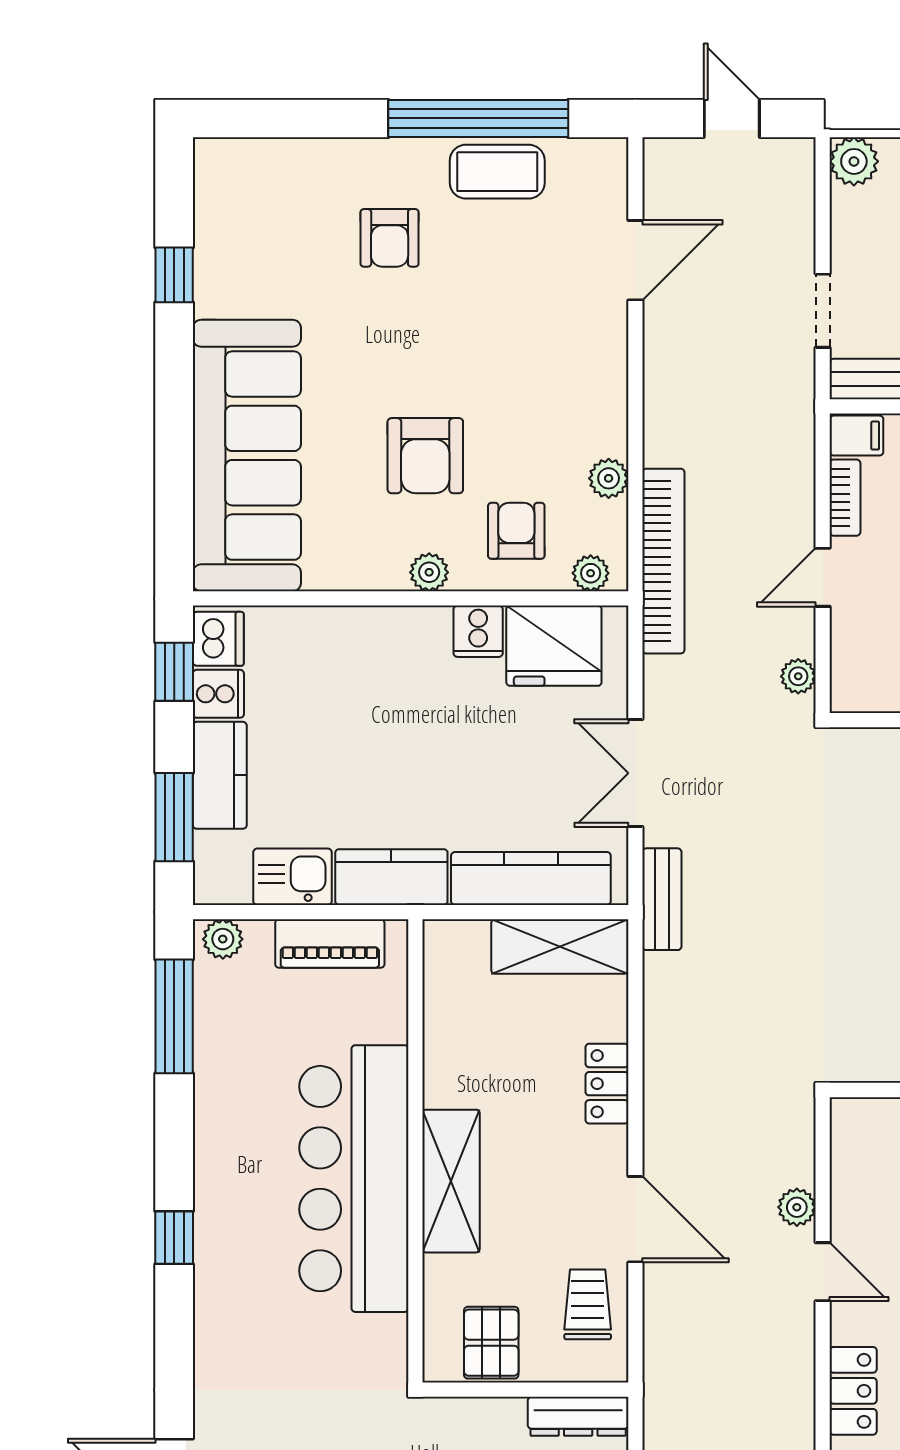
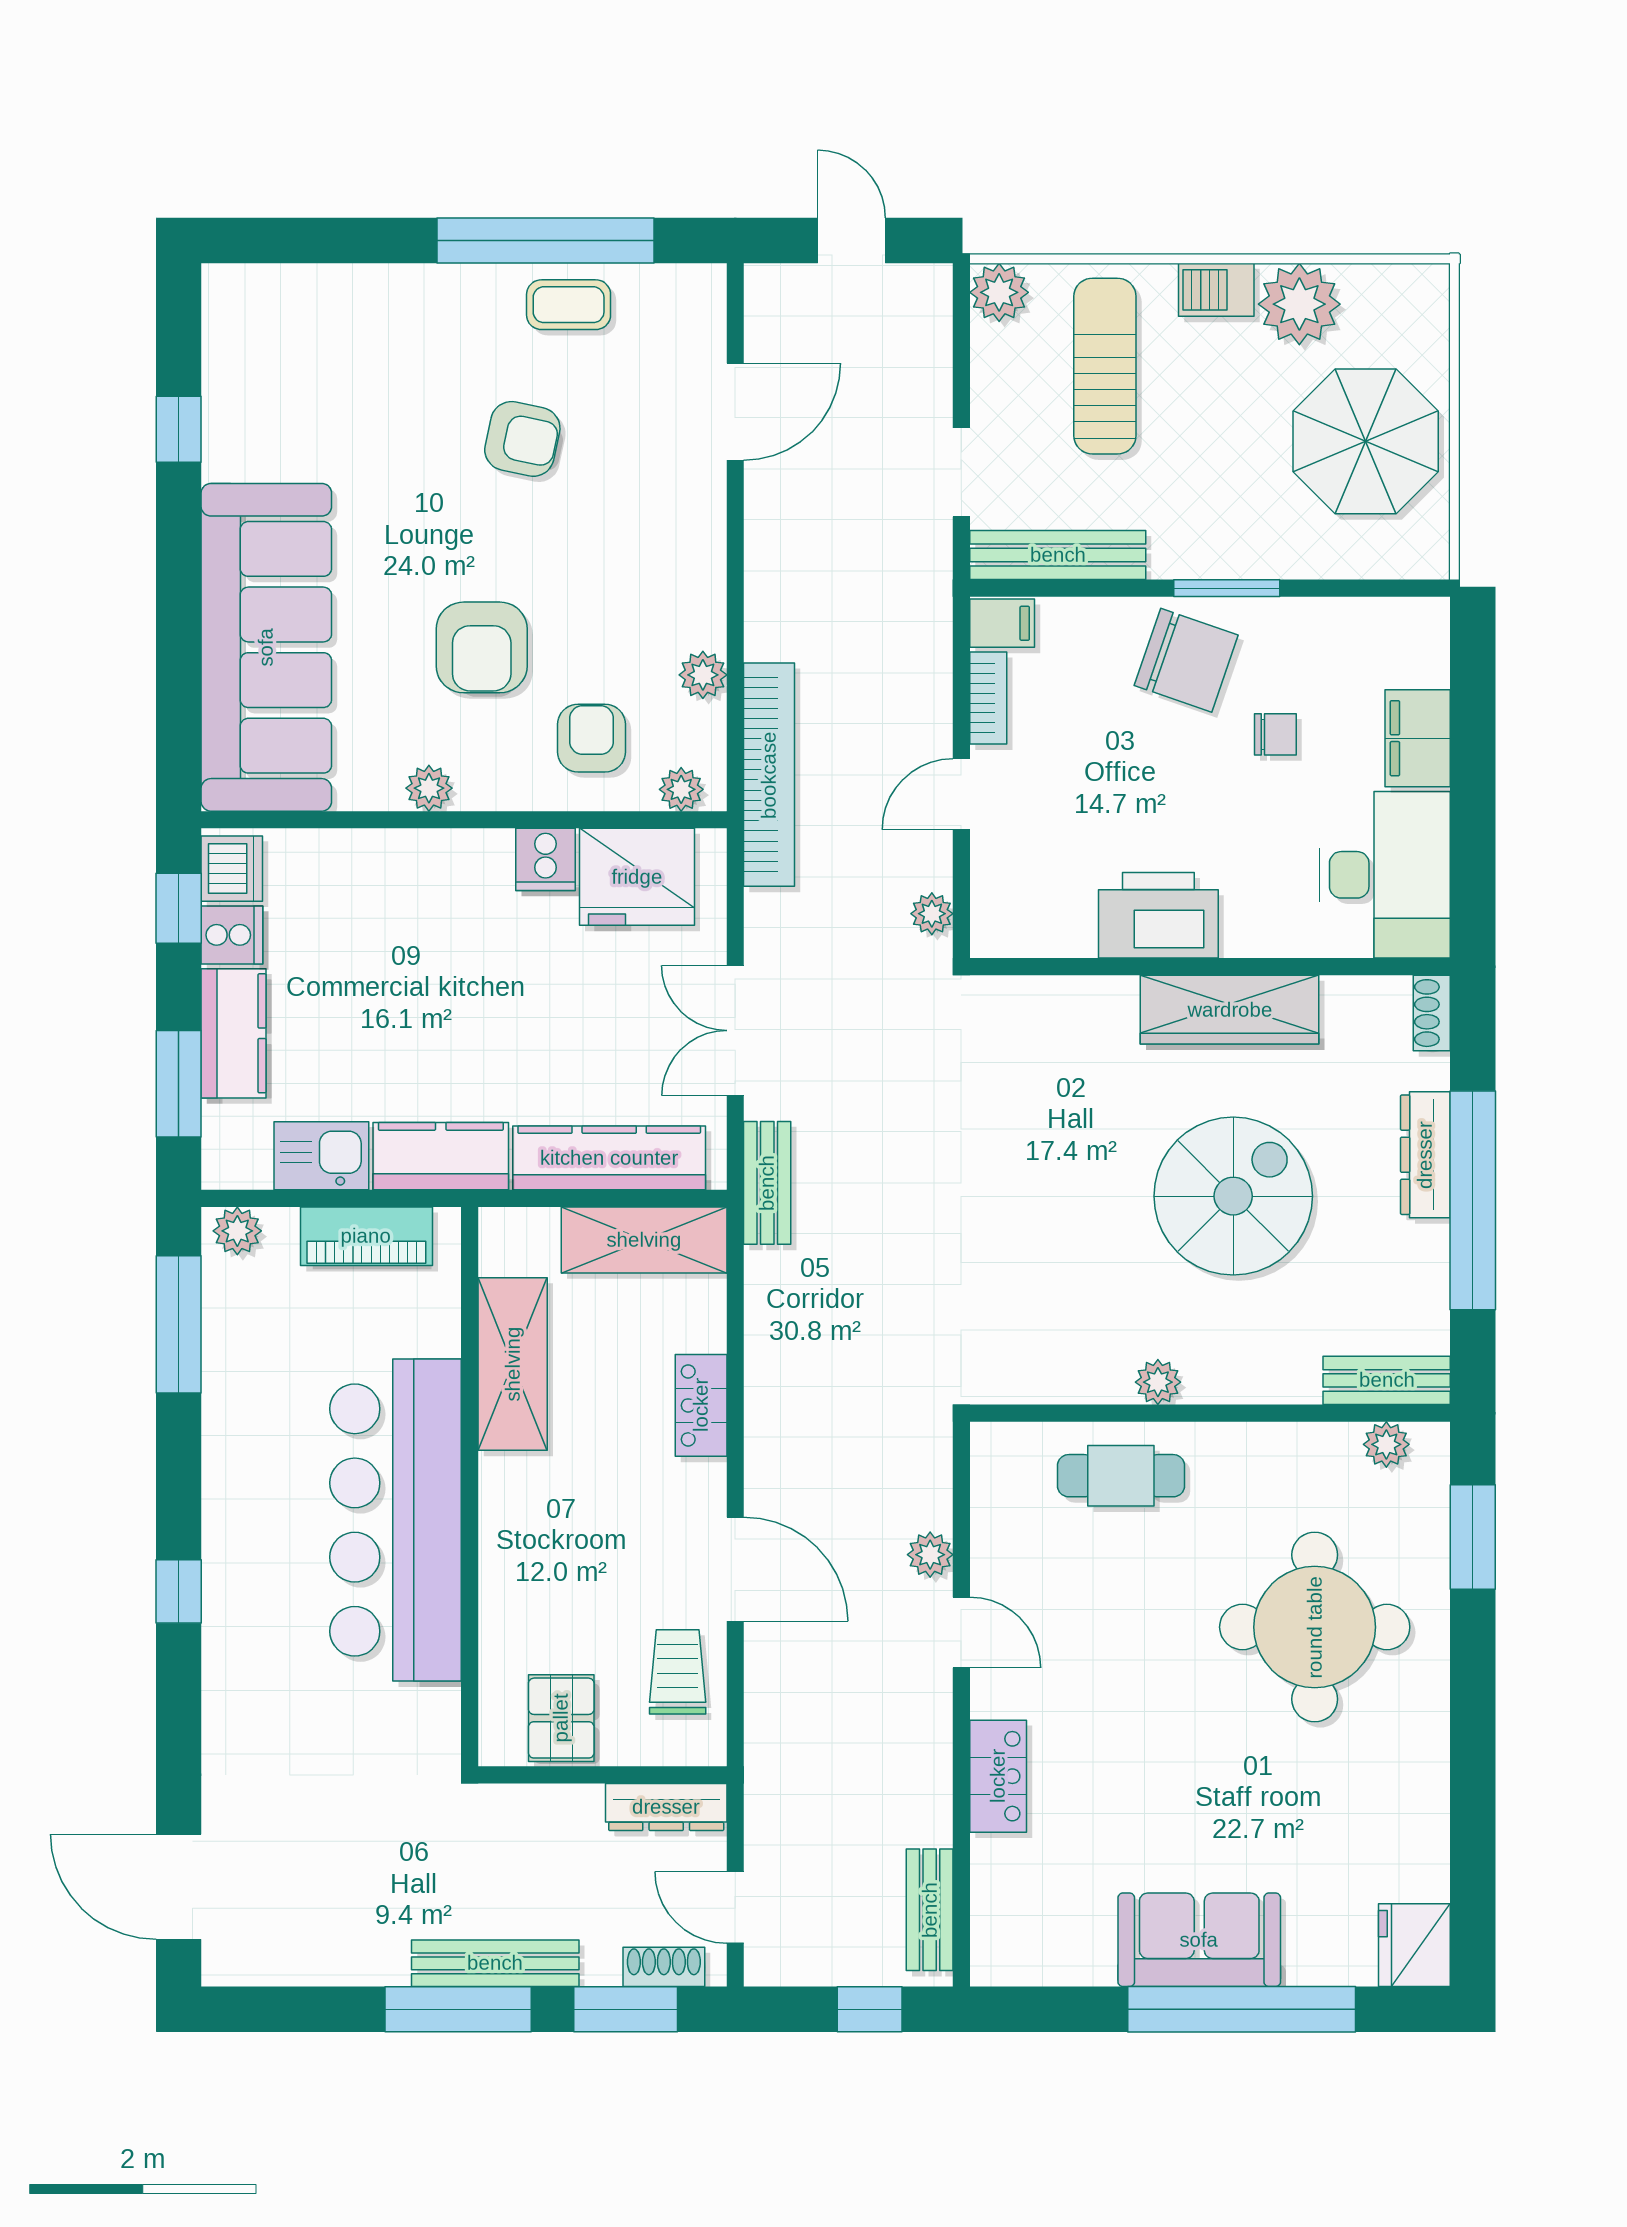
coffee table: (497, 172) -> (569, 305), width x0.73, depth x0.77
armchair: (390, 238) -> (522, 439), moved, turned -78
plant: (429, 572) -> (429, 788), moved
shelving: (451, 1181) -> (513, 1364), moved

